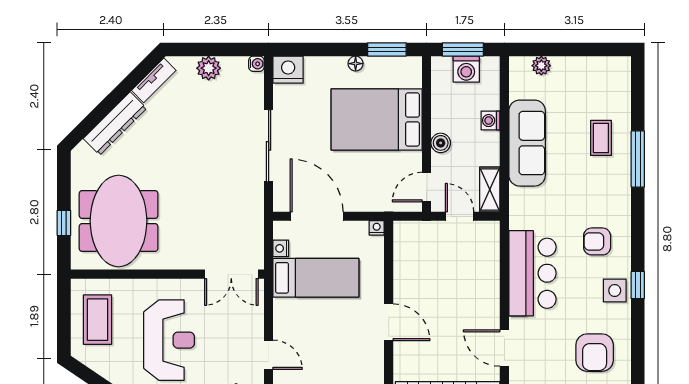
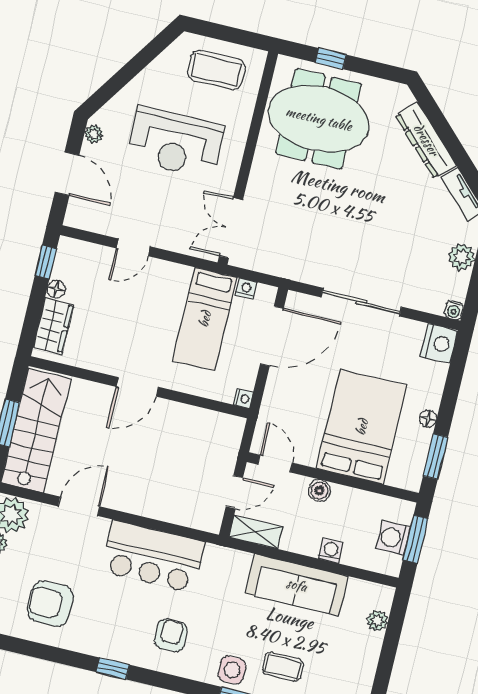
side table: (615, 291) -> (232, 670), moved

